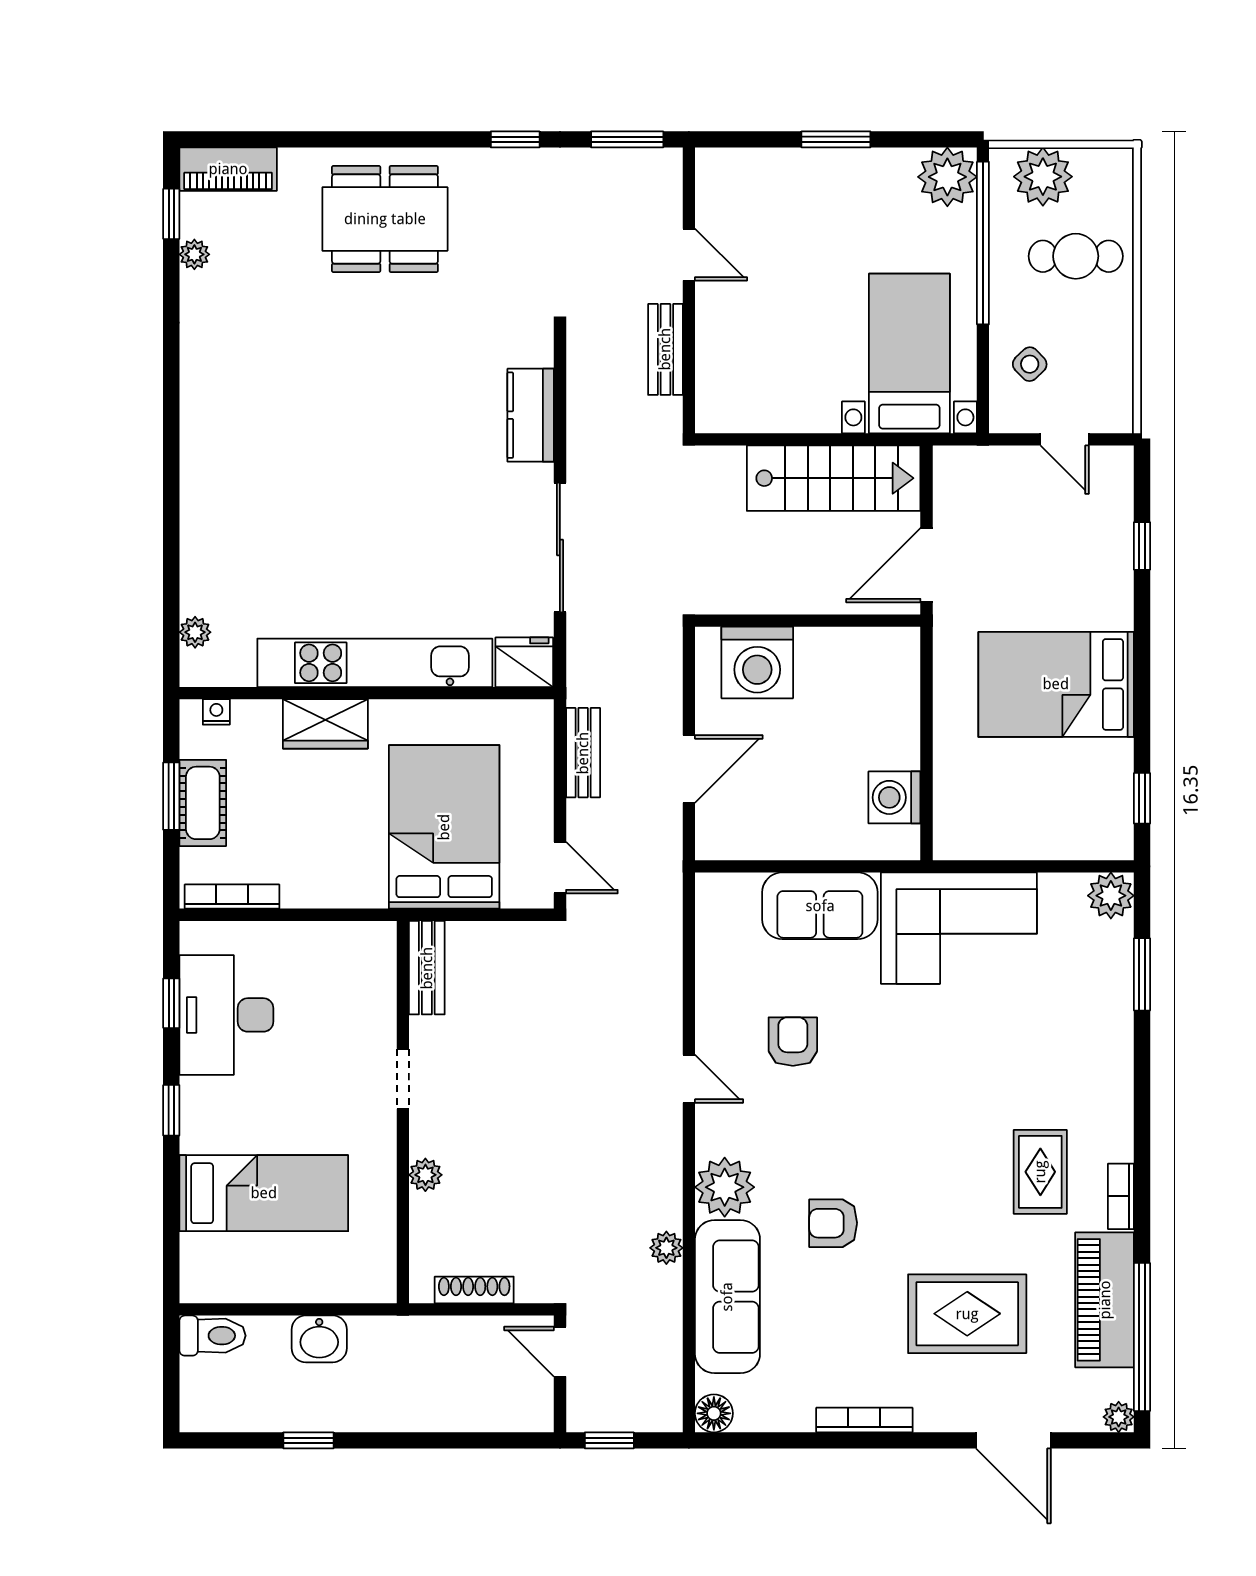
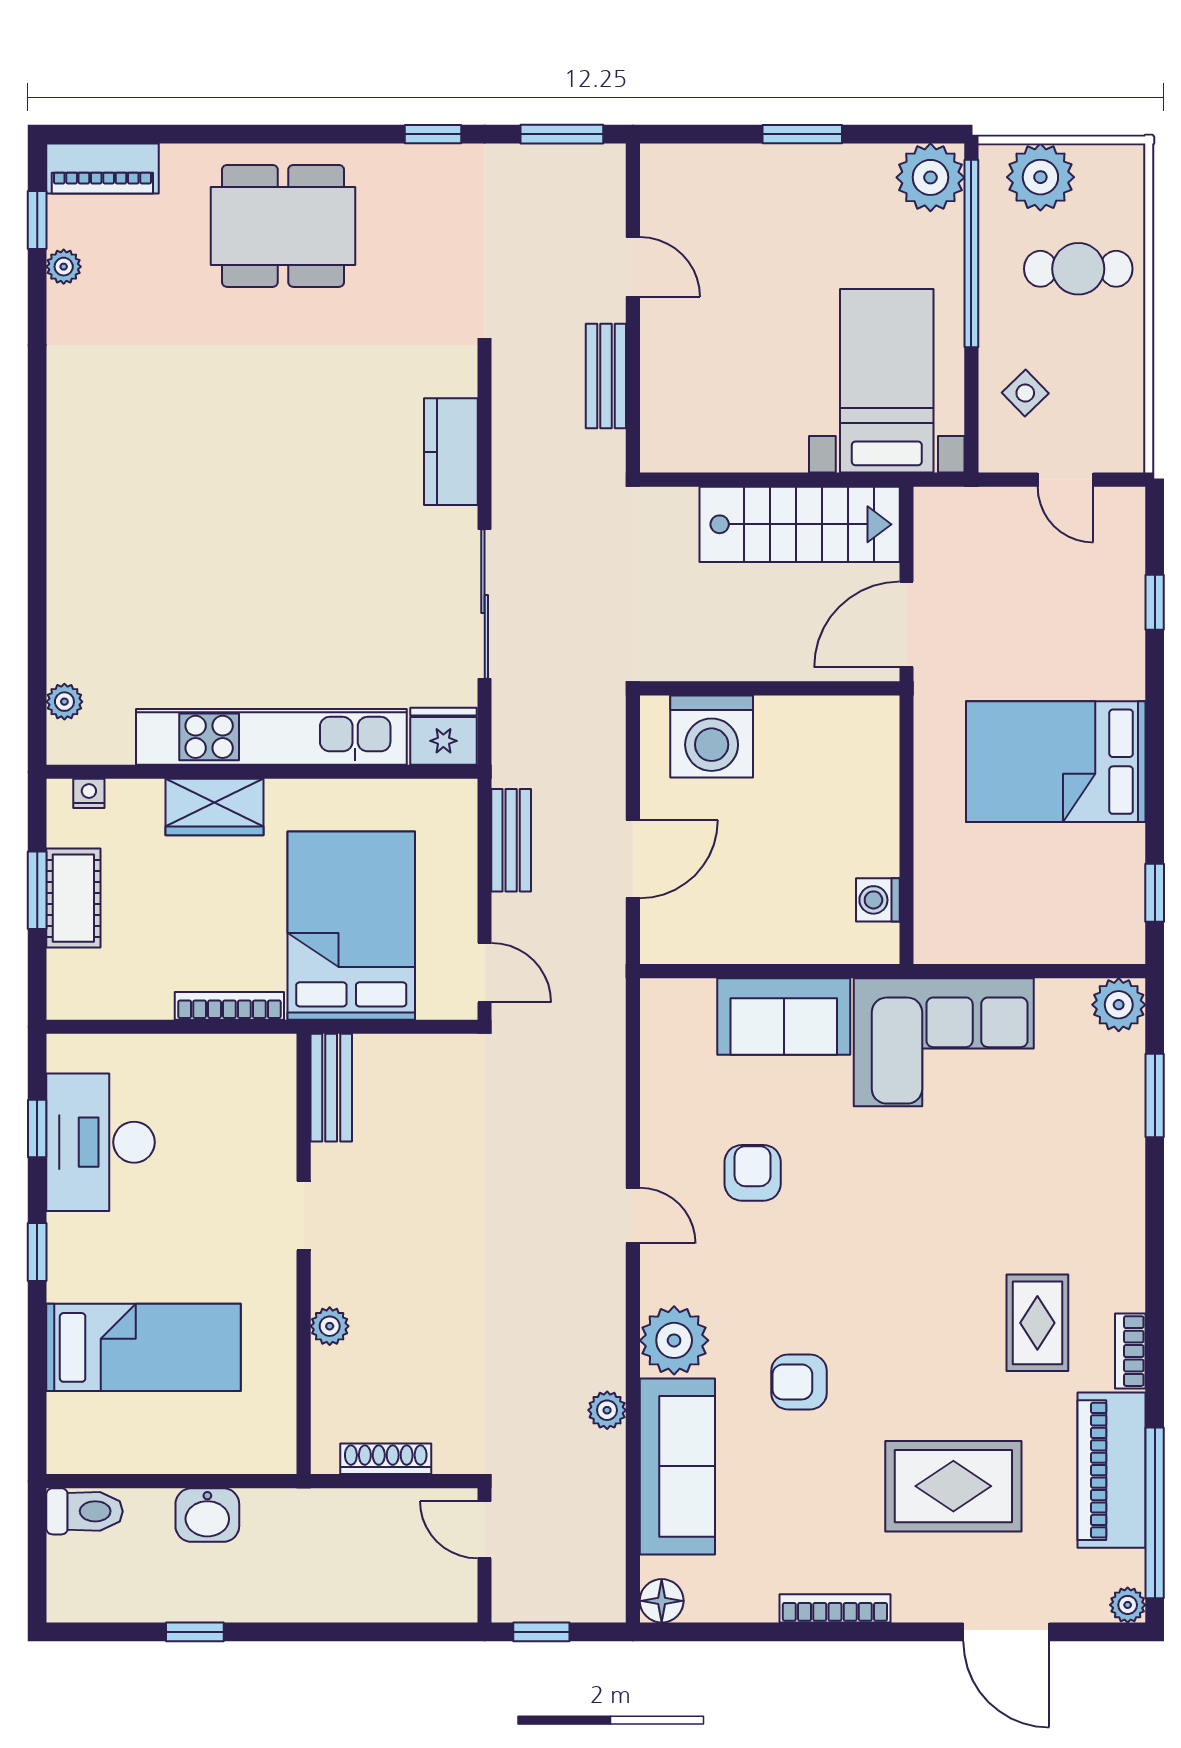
washing machine: (894, 797) -> (878, 900), width x0.73, depth x0.73
bookcase: (232, 897) -> (229, 1006), moved

